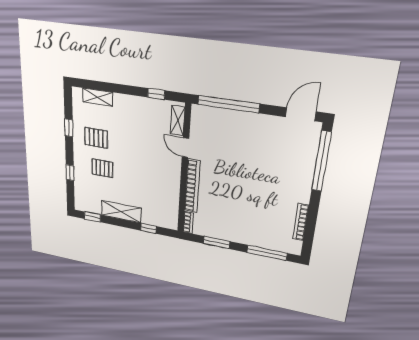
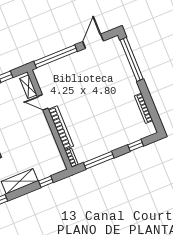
door: (301, 114) -> (93, 41), moved
window: (217, 242) -> (99, 160), width x1.44
window: (267, 253) -> (136, 145), width x0.46

